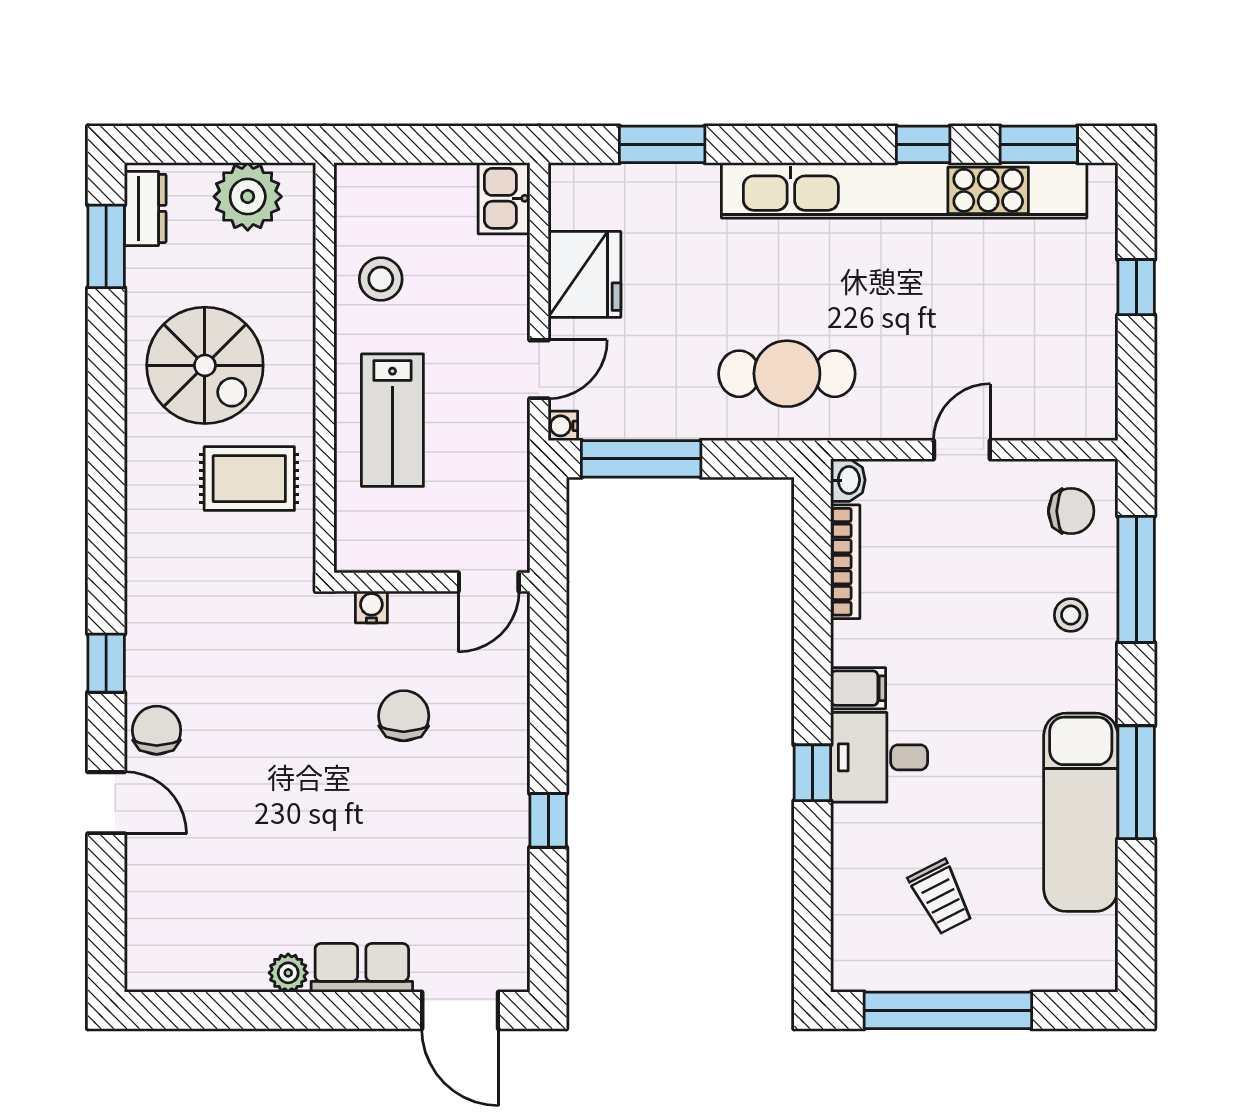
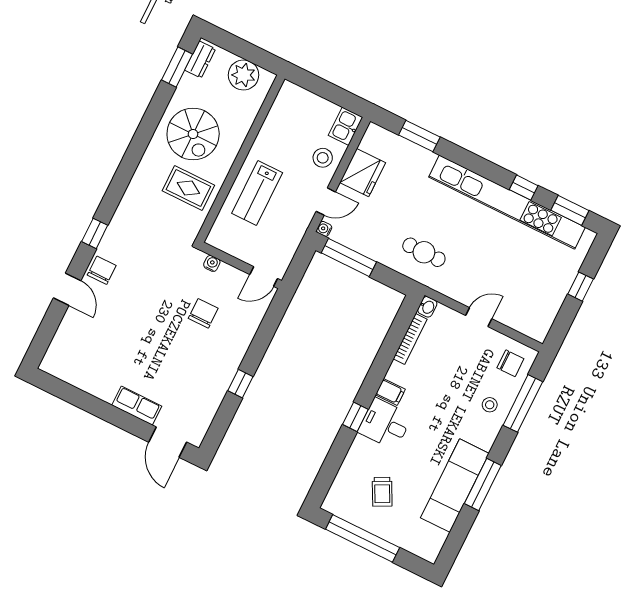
stool: (381, 279) -> (323, 158), moved
cafe table: (787, 374) -> (424, 252), width x0.73, depth x0.74
plant: (288, 973) -> (106, 393), removed

